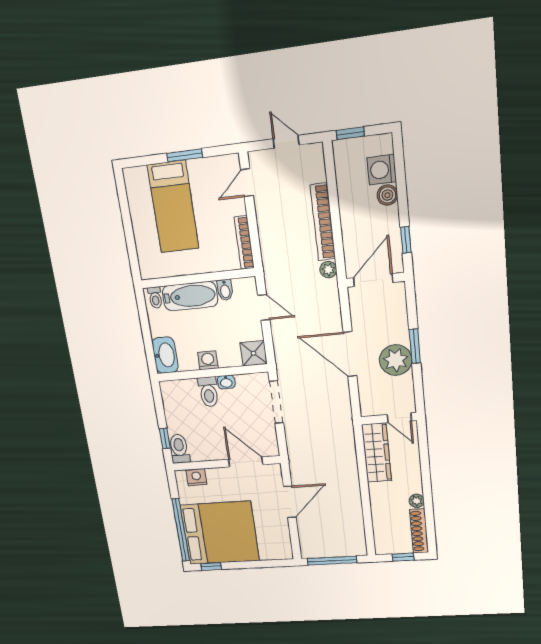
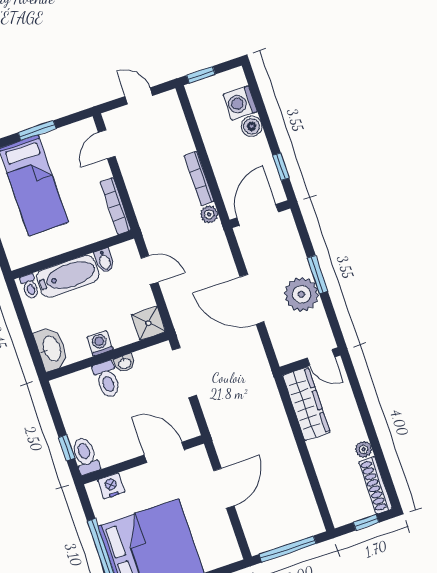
bookcase: (323, 222) -> (199, 179), width x0.68, depth x0.76

